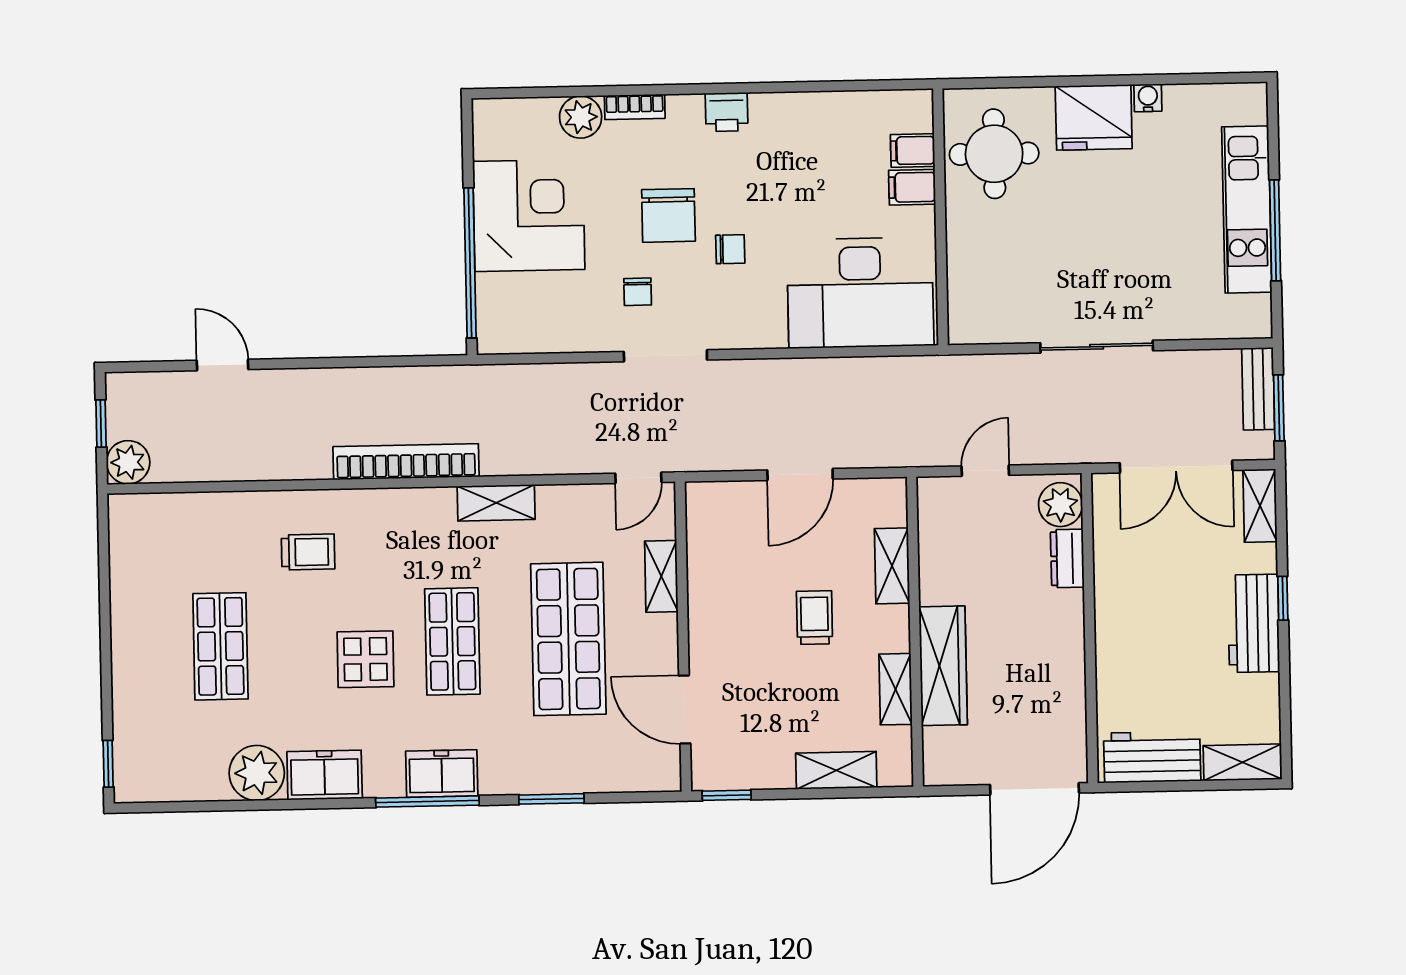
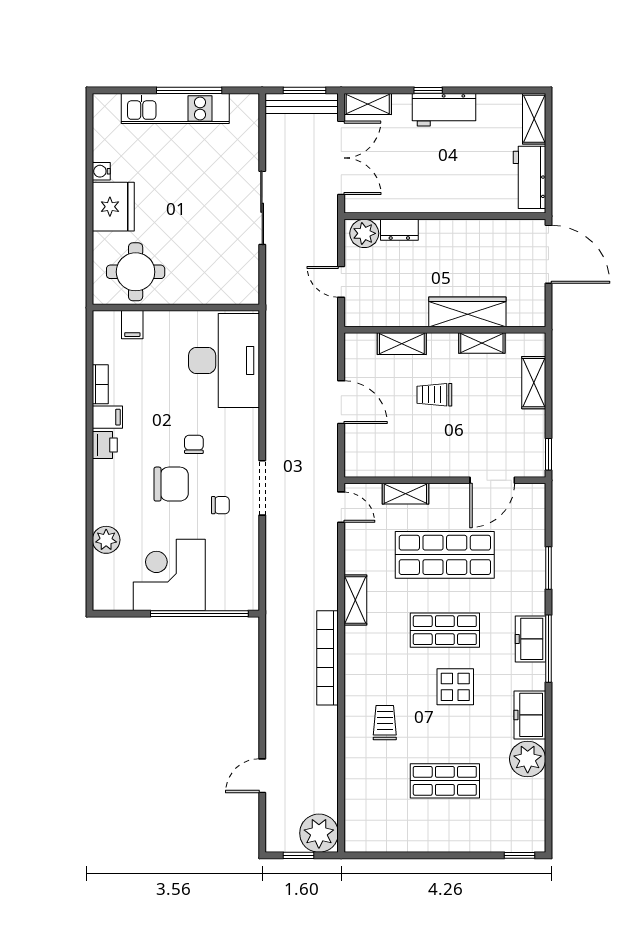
bookcase: (635, 107) -> (100, 384), moved
filing cabinet: (912, 187) -> (107, 417), moved, turned -90
bench: (1258, 389) -> (301, 103), width x1.36
plant: (128, 462) -> (319, 833), width x1.36, depth x1.36

